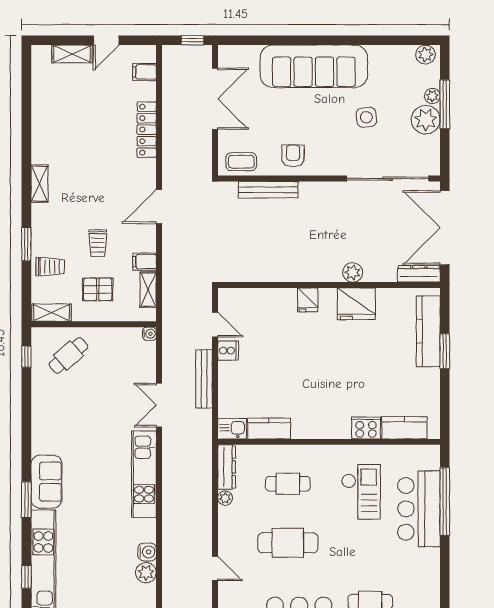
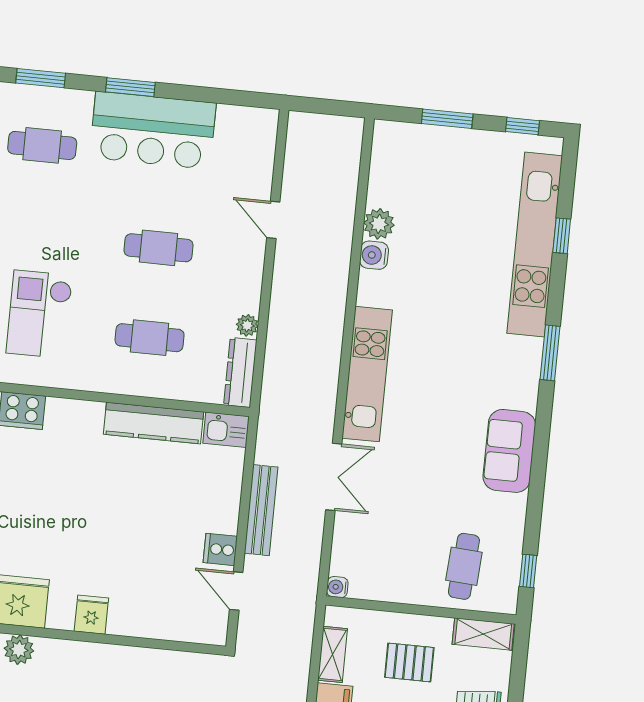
cafe table: (68, 355) -> (464, 566), turned -45
kitchen counter: (269, 428) -> (154, 423), width x1.50
sofa: (46, 482) -> (509, 451), moved
cafe table: (288, 543) -> (159, 248), width x0.73, depth x0.74

